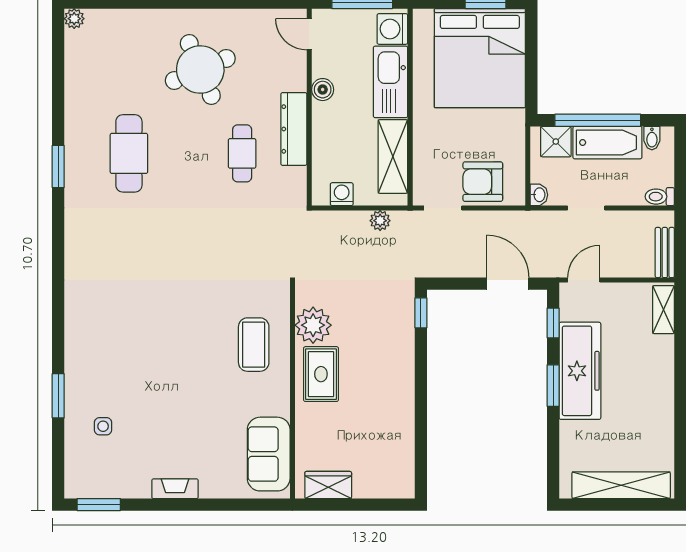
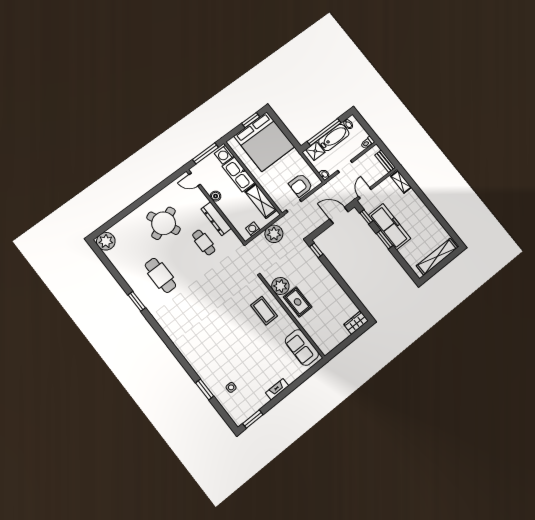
plant: (74, 19) -> (106, 241), width x1.88, depth x1.88
plant: (380, 221) -> (274, 234), width x1.88, depth x1.88
wardrobe: (328, 485) -> (356, 323), moved

